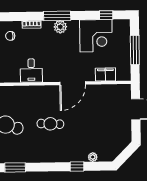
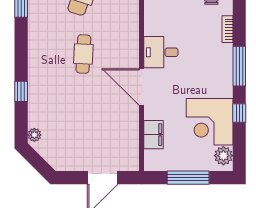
window: (106, 15) -> (239, 113), moved
plant: (60, 27) -> (223, 156), moved
desk: (31, 70) -> (161, 52), moved
plant: (93, 157) -> (34, 135), moved

